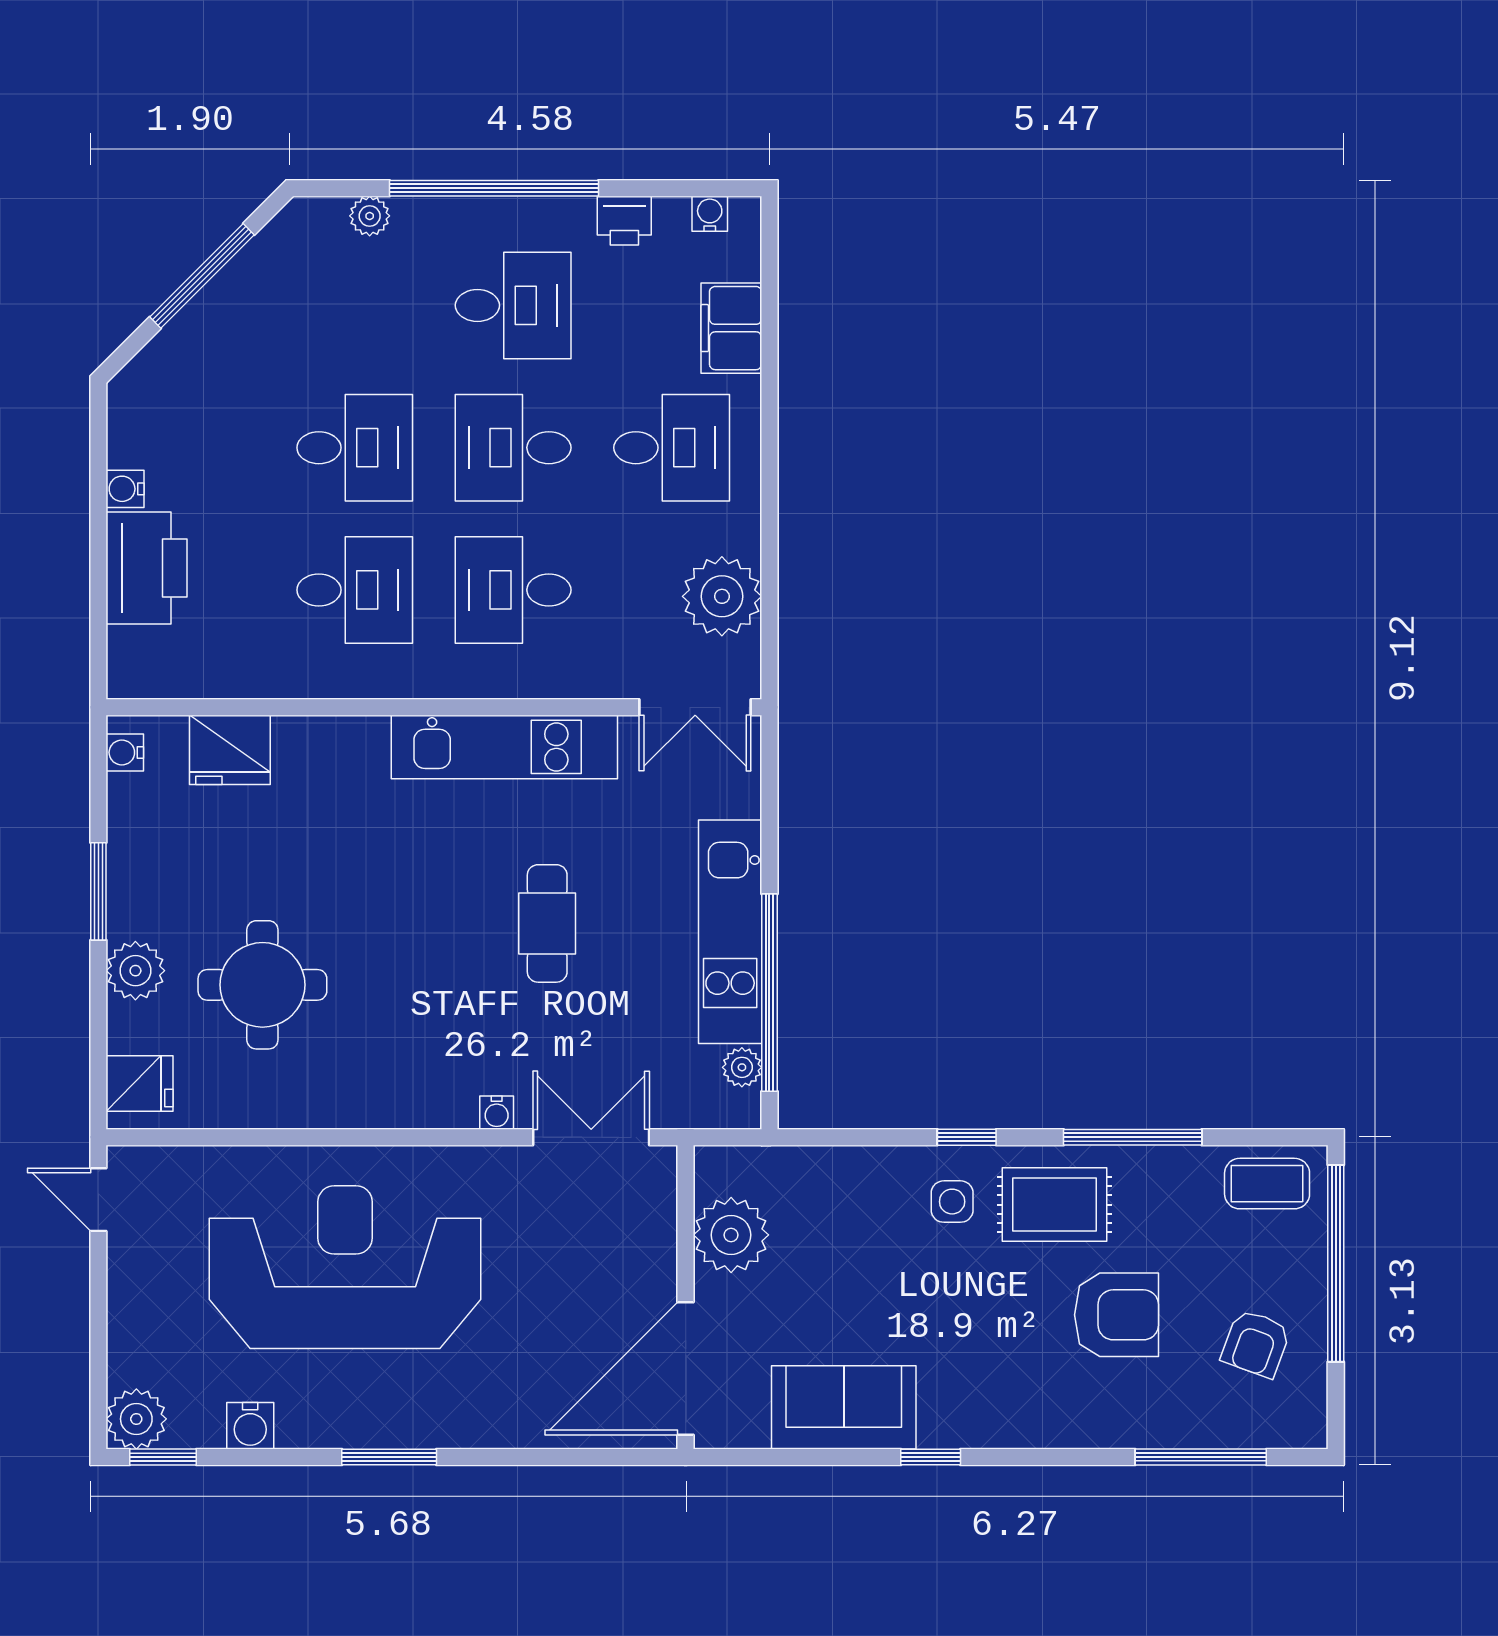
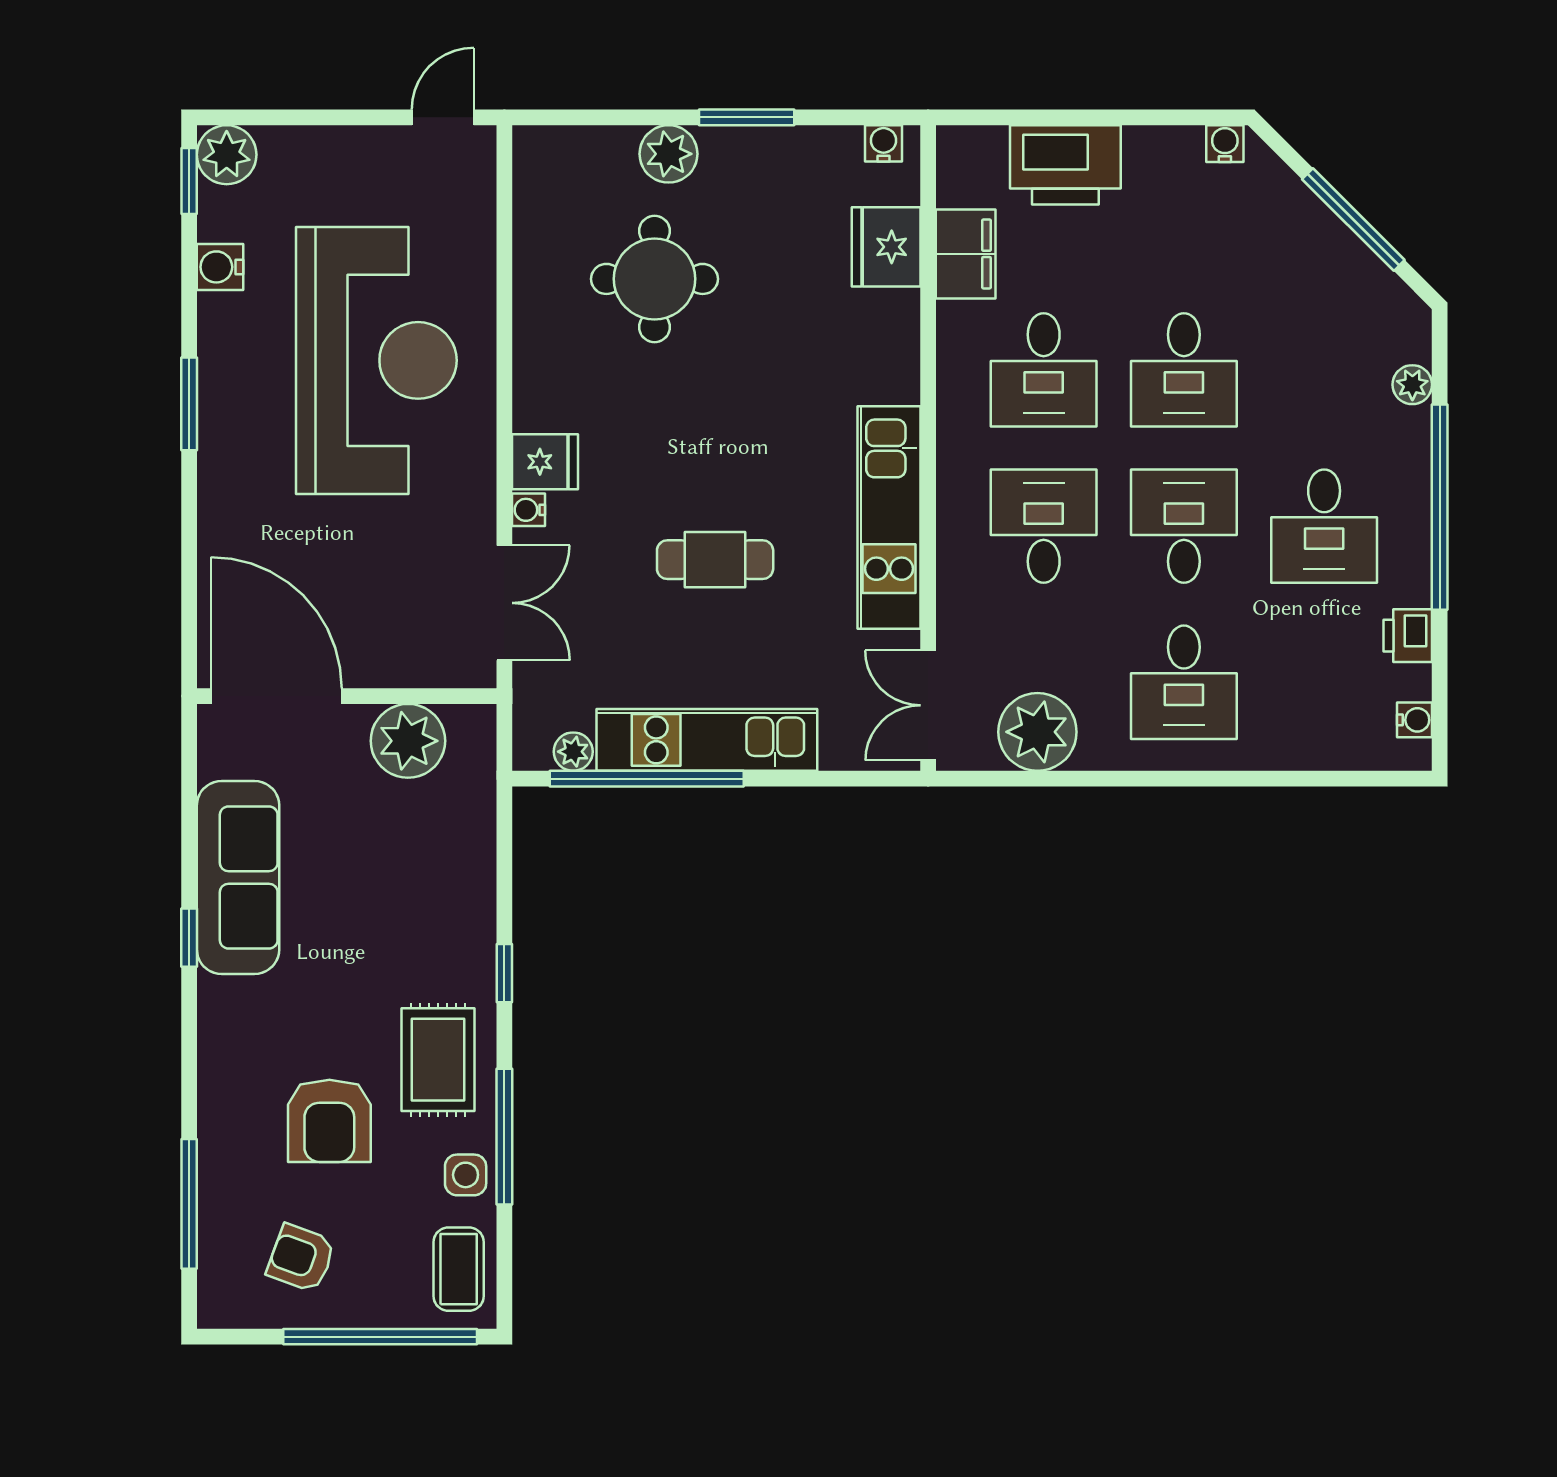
filing cabinet: (731, 328) -> (966, 254), moved, turned 90
water cooler: (125, 489) -> (1225, 144), moved
fridge: (140, 1083) -> (545, 462), moved, turned -90
side table: (952, 1202) -> (466, 1175), moved
sofa: (844, 1407) -> (238, 877), width x1.36

